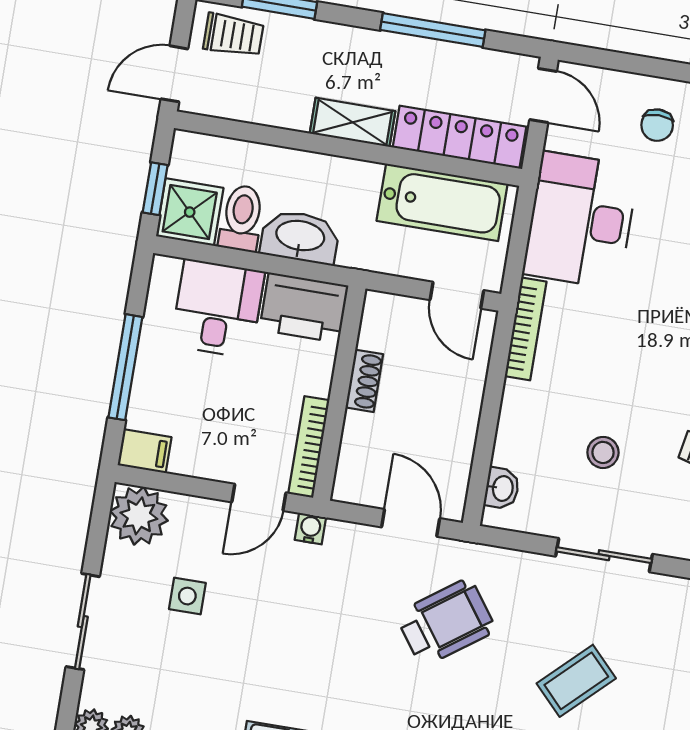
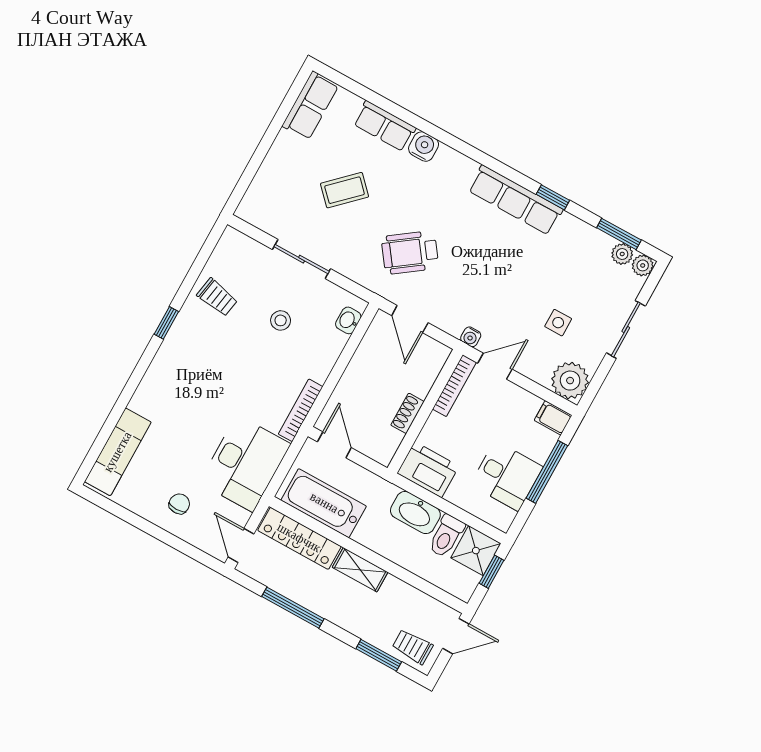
desk: (218, 309) -> (507, 476), moved, turned -90

